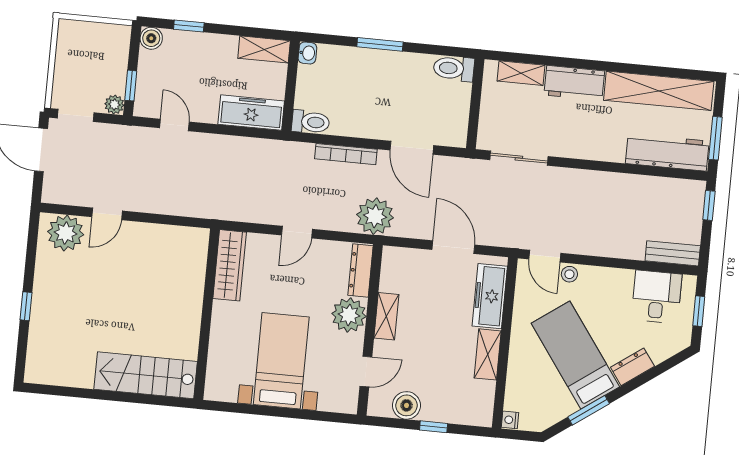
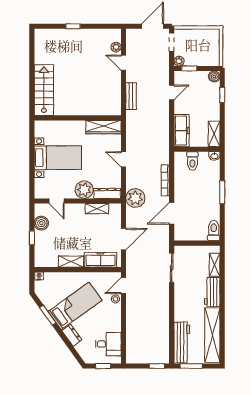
toilet: (311, 122) -> (192, 161), moved
plant: (66, 233) -> (116, 47), width x0.53, depth x0.53
bench: (673, 253) -> (131, 96), moved
shelving: (386, 316) -> (97, 209), moved

